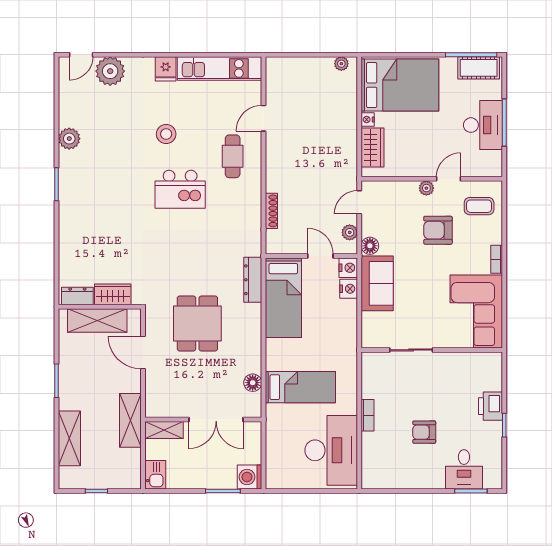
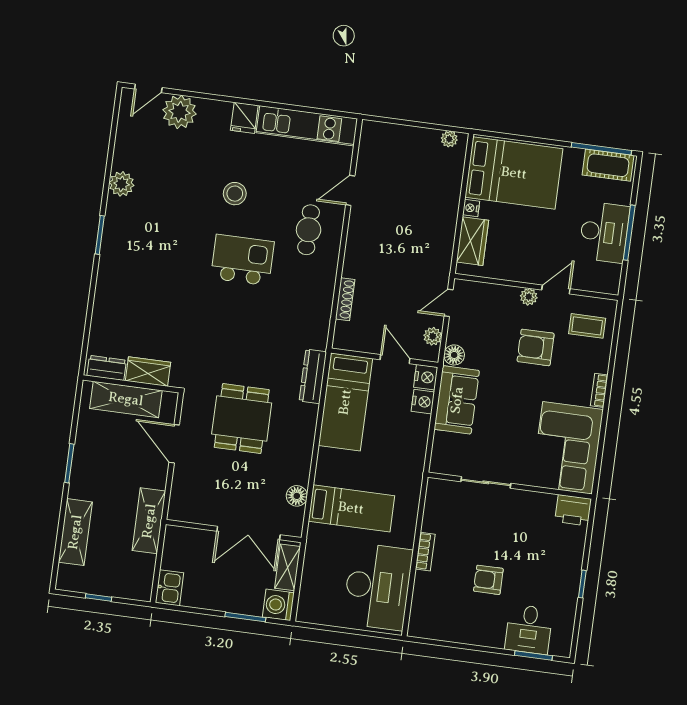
kitchen island: (180, 189) -> (242, 260), turned 180
printer: (490, 406) -> (573, 510), moved, turned -90
shelving: (164, 430) -> (288, 567), moved, turned 90

